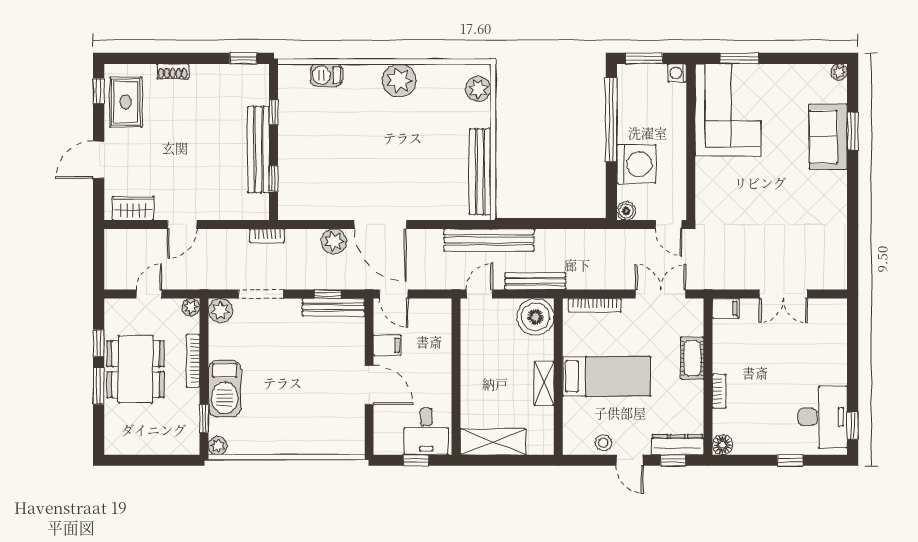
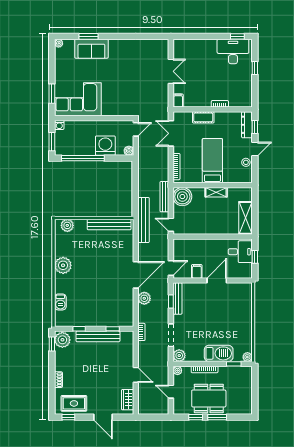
plant: (252, 79) -> (62, 340), added
floor lamp: (723, 445) -> (247, 102), removed

